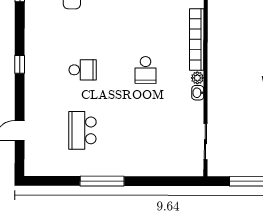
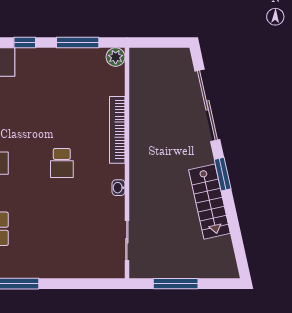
plant: (197, 78) -> (118, 172), removed

